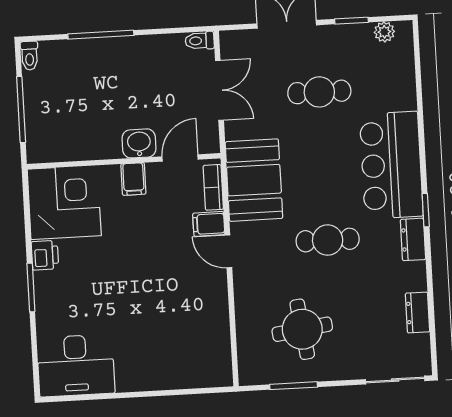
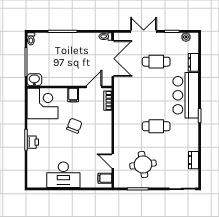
double door: (219, 90) -> (113, 59), width x1.37
washbasin: (139, 143) -> (34, 80), moved
booth: (254, 180) -> (126, 98), removed
filing cabinet: (209, 224) -> (105, 178), moved
dresser: (413, 239) -> (193, 62), moved
chair: (140, 249) -> (74, 126), added
door: (228, 251) -> (113, 161), moved
printer: (45, 255) -> (33, 142), moved
desk: (76, 365) -> (63, 175), moved

